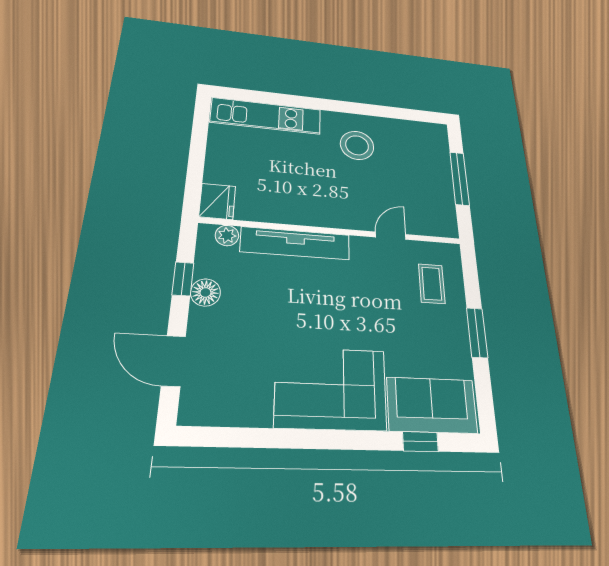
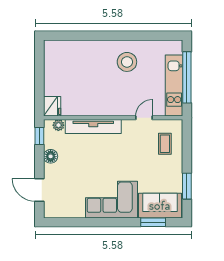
kitchen unit: (266, 116) -> (174, 85), moved, turned 90
window: (460, 178) -> (187, 77), width x1.46
window: (183, 279) -> (39, 136), moved
window: (477, 333) -> (187, 186), moved
window: (420, 442) -> (153, 222), width x1.50

